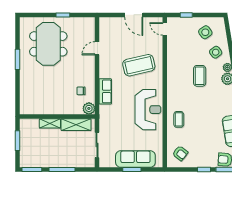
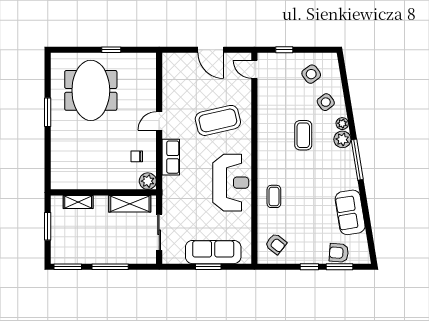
door: (97, 48) -> (159, 121), moved
shelving: (50, 123) -> (78, 202), moved

